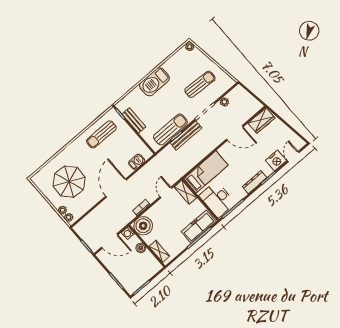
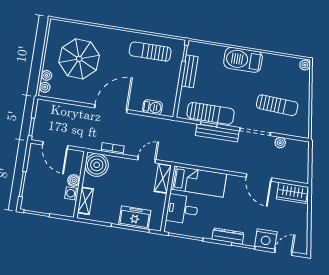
desk: (217, 199) -> (182, 209), width x0.73
freezer: (199, 227) -> (135, 218), width x0.71
washing machine: (128, 233) -> (72, 193), moved

